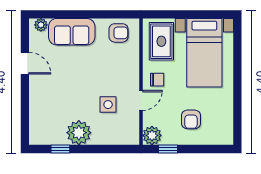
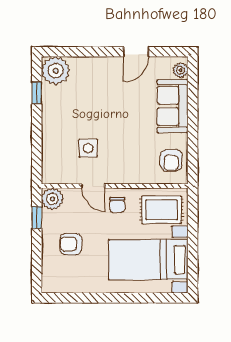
plant: (79, 133) -> (56, 71), moved

